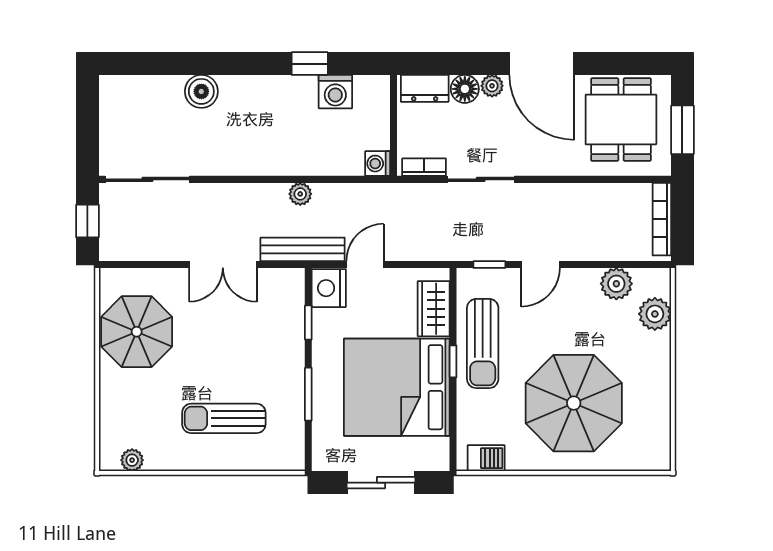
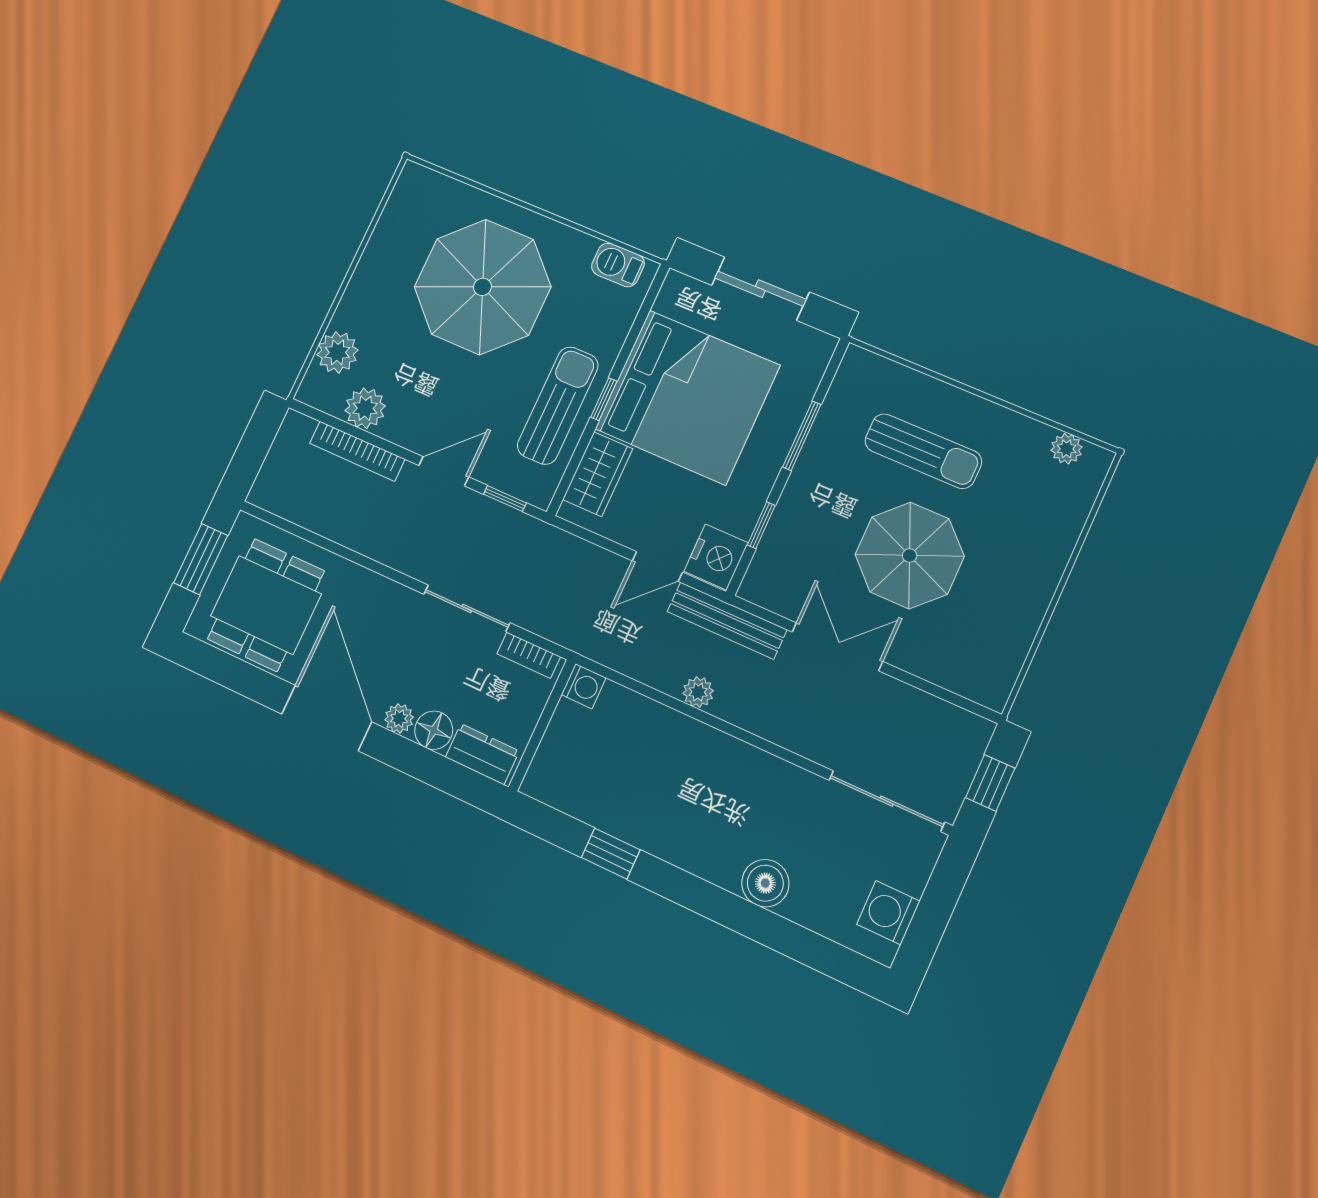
washing machine: (335, 92) -> (888, 913), moved, turned -90
bookcase: (662, 219) -> (357, 451), moved, turned 90
parasol: (137, 332) -> (910, 555), moved

